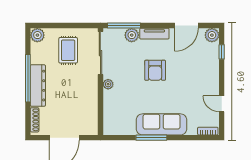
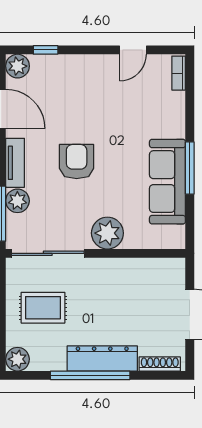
armchair: (155, 70) -> (77, 162), turned -90
plant: (108, 84) -> (107, 233), width x1.87, depth x1.87
sofa: (162, 124) -> (167, 182), moved

